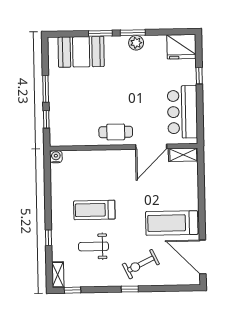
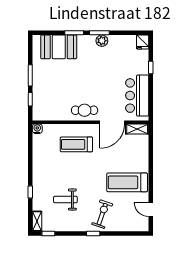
fridge: (181, 47) -> (143, 42), width x0.53, depth x0.75
treadmill: (94, 210) -> (76, 144), moved
door: (203, 257) -> (151, 209), width x0.53
exercise bike: (141, 264) -> (102, 214), turned 135

